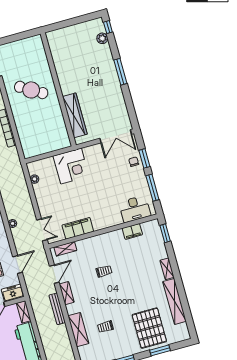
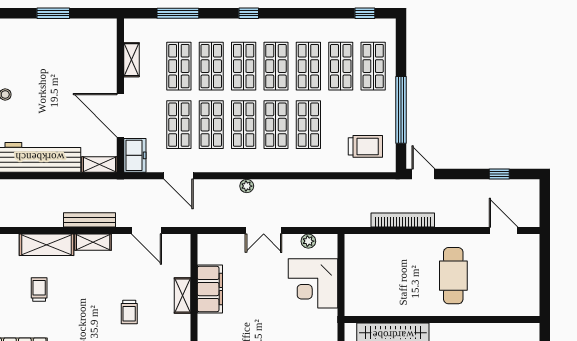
cafe table: (31, 90) -> (453, 276), turned -31
corner desk: (71, 166) -> (313, 283), moved
double door: (42, 230) -> (264, 231), moved
shelving: (65, 249) -> (182, 295), moved
shelving: (67, 293) -> (93, 242), moved

